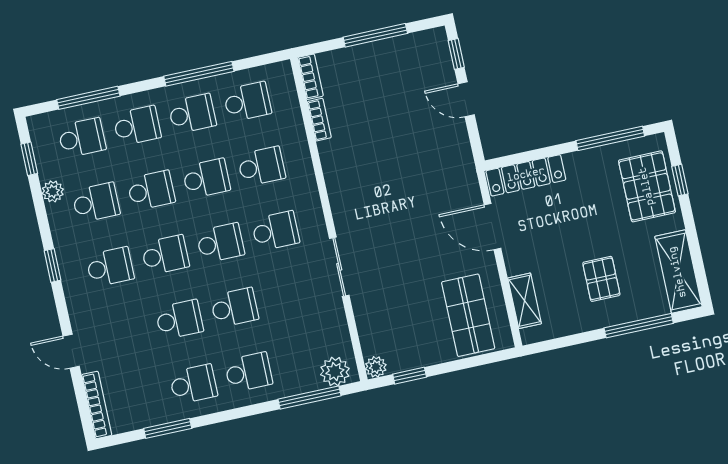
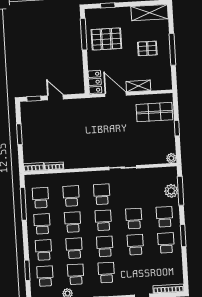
window: (375, 35) -> (19, 134), width x0.69
window: (199, 74) -> (23, 204), moved
window: (88, 98) -> (27, 270), width x0.69
door: (466, 99) -> (55, 97), swing flipped
locker: (526, 175) -> (95, 82), width x0.66
pallet: (647, 186) -> (106, 39), moved
door: (493, 227) -> (116, 95), swing flipped
shelving: (525, 301) -> (138, 86), moved
window: (639, 326) -> (172, 49), moved
plant: (335, 372) -> (171, 191), moved
window: (410, 376) -> (177, 128), moved
window: (168, 428) -> (183, 236), moved

